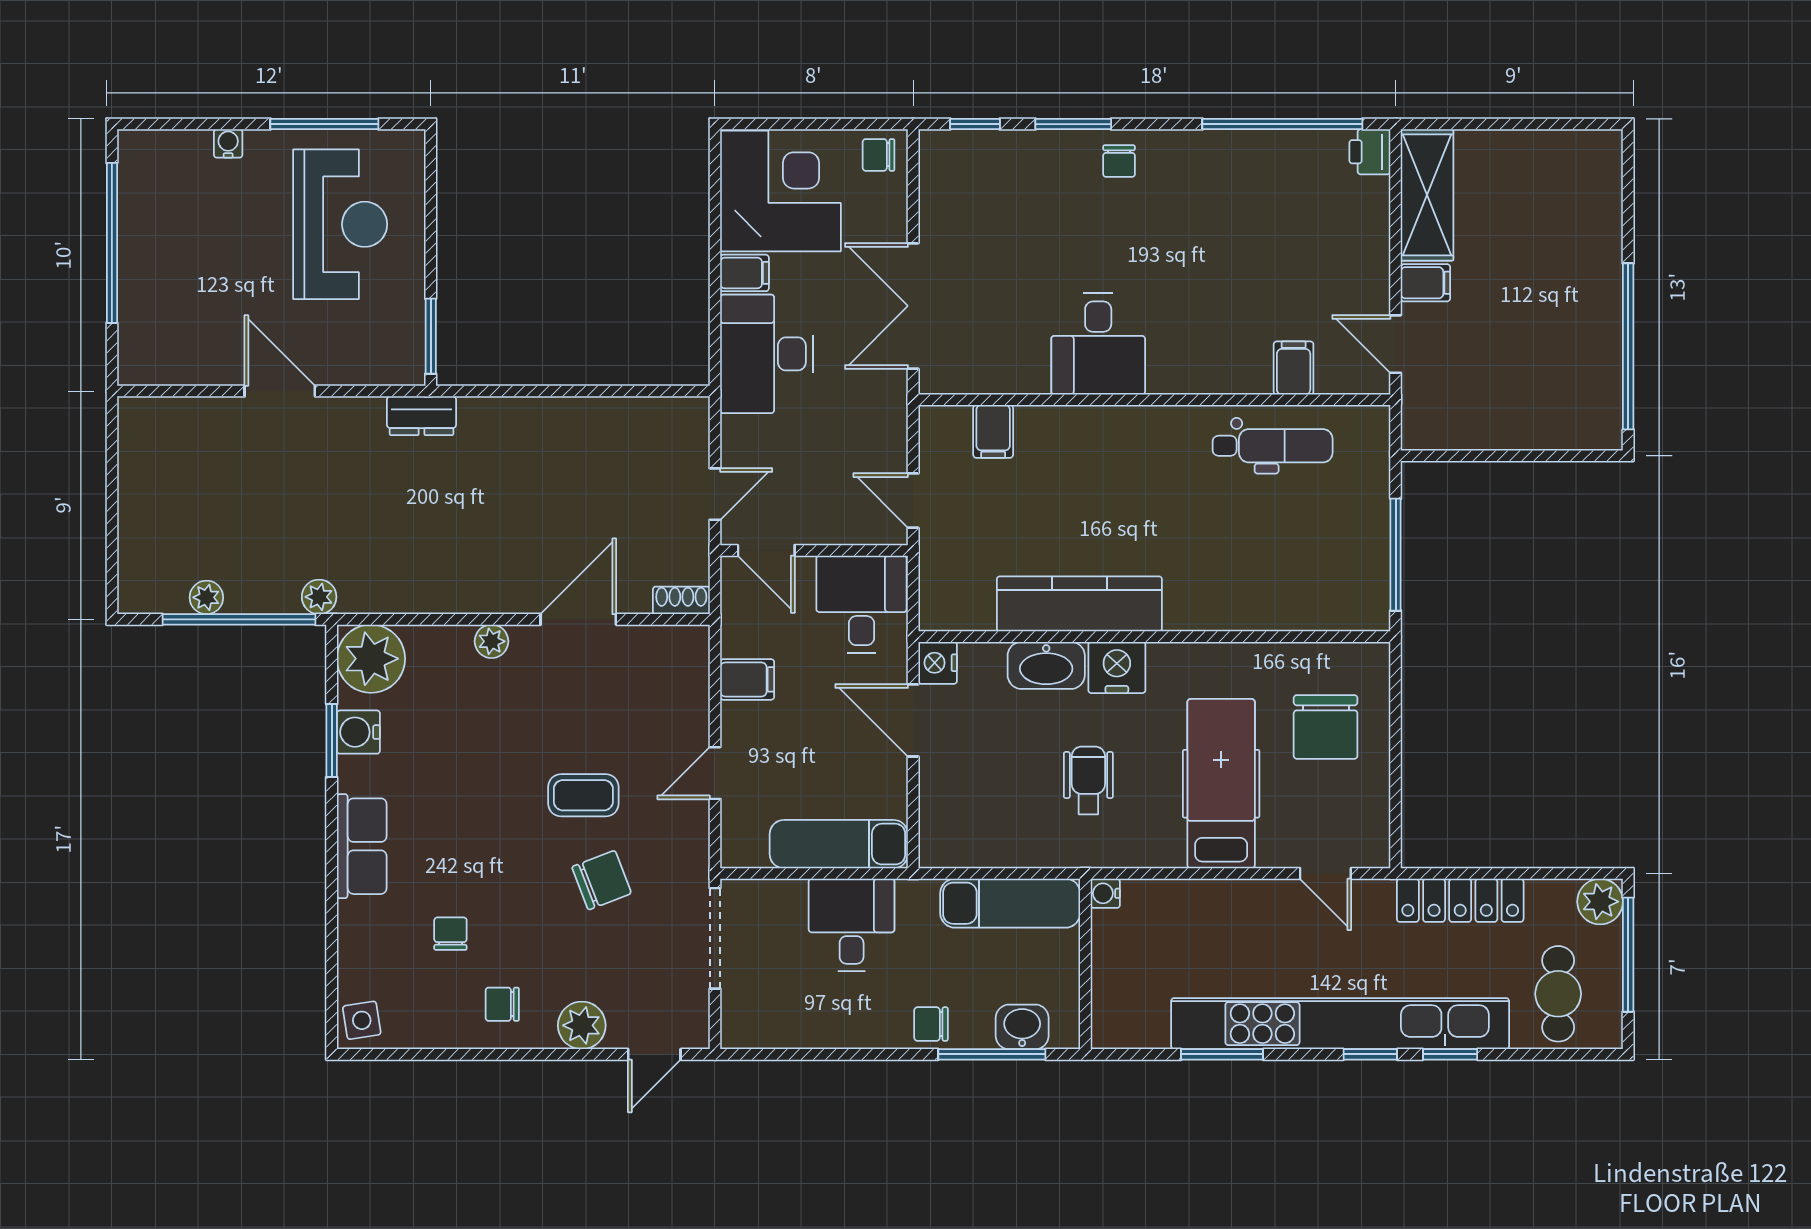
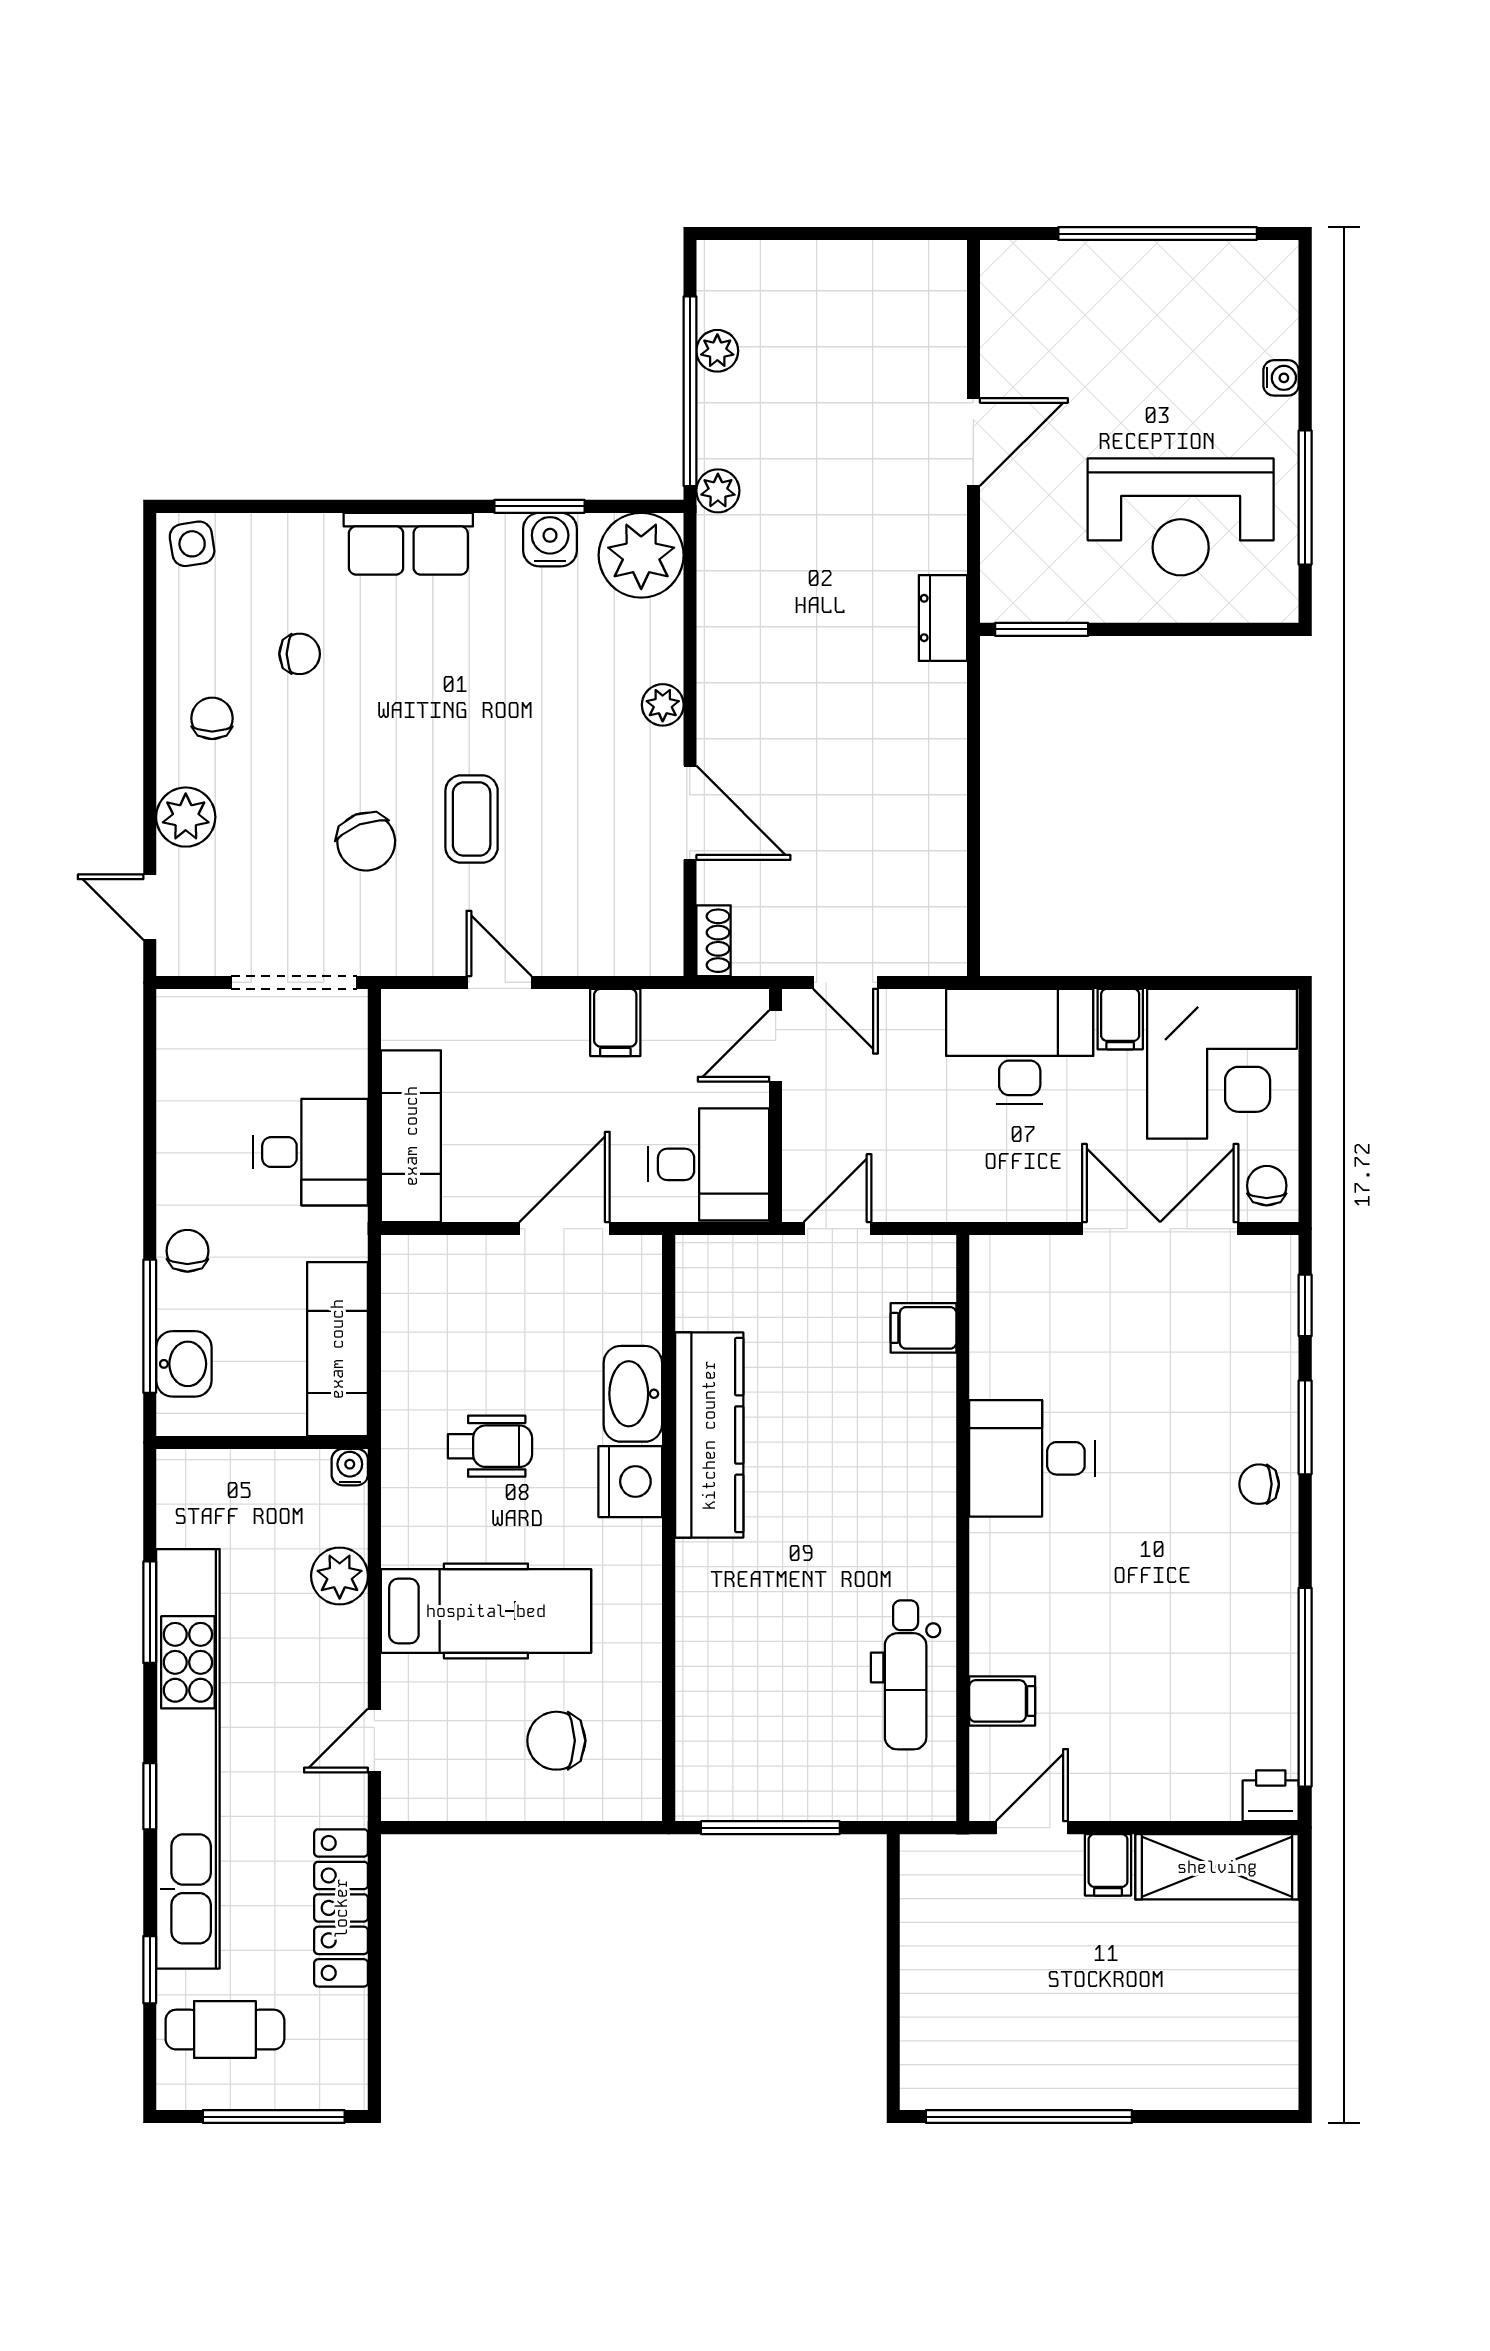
double door: (913, 306) -> (1160, 1229), moved
nightstand: (938, 663) -> (636, 1259), removed
chair: (1326, 727) -> (556, 1741), width x0.73, depth x0.73
plant: (1600, 902) -> (340, 1576), moved
window: (1450, 1054) -> (150, 1970), moved

